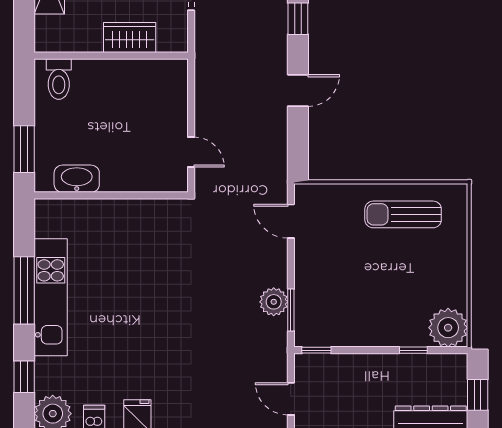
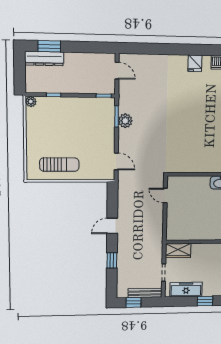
wardrobe: (130, 37) -> (178, 251), moved
plant: (448, 328) -> (31, 102), width x0.53, depth x0.53
window: (478, 395) -> (20, 71), removed

